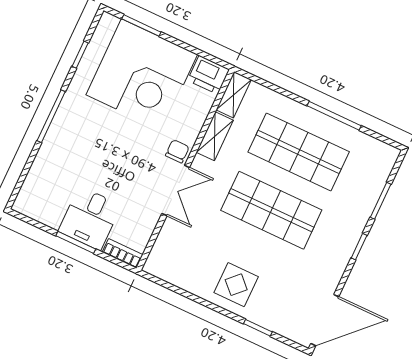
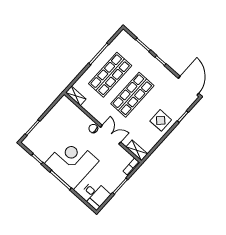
corner desk: (142, 75) -> (72, 162), moved, turned -90
printer: (209, 75) -> (64, 104), removed
shelving: (215, 136) -> (137, 150), moved
desk: (90, 218) -> (95, 195), moved

